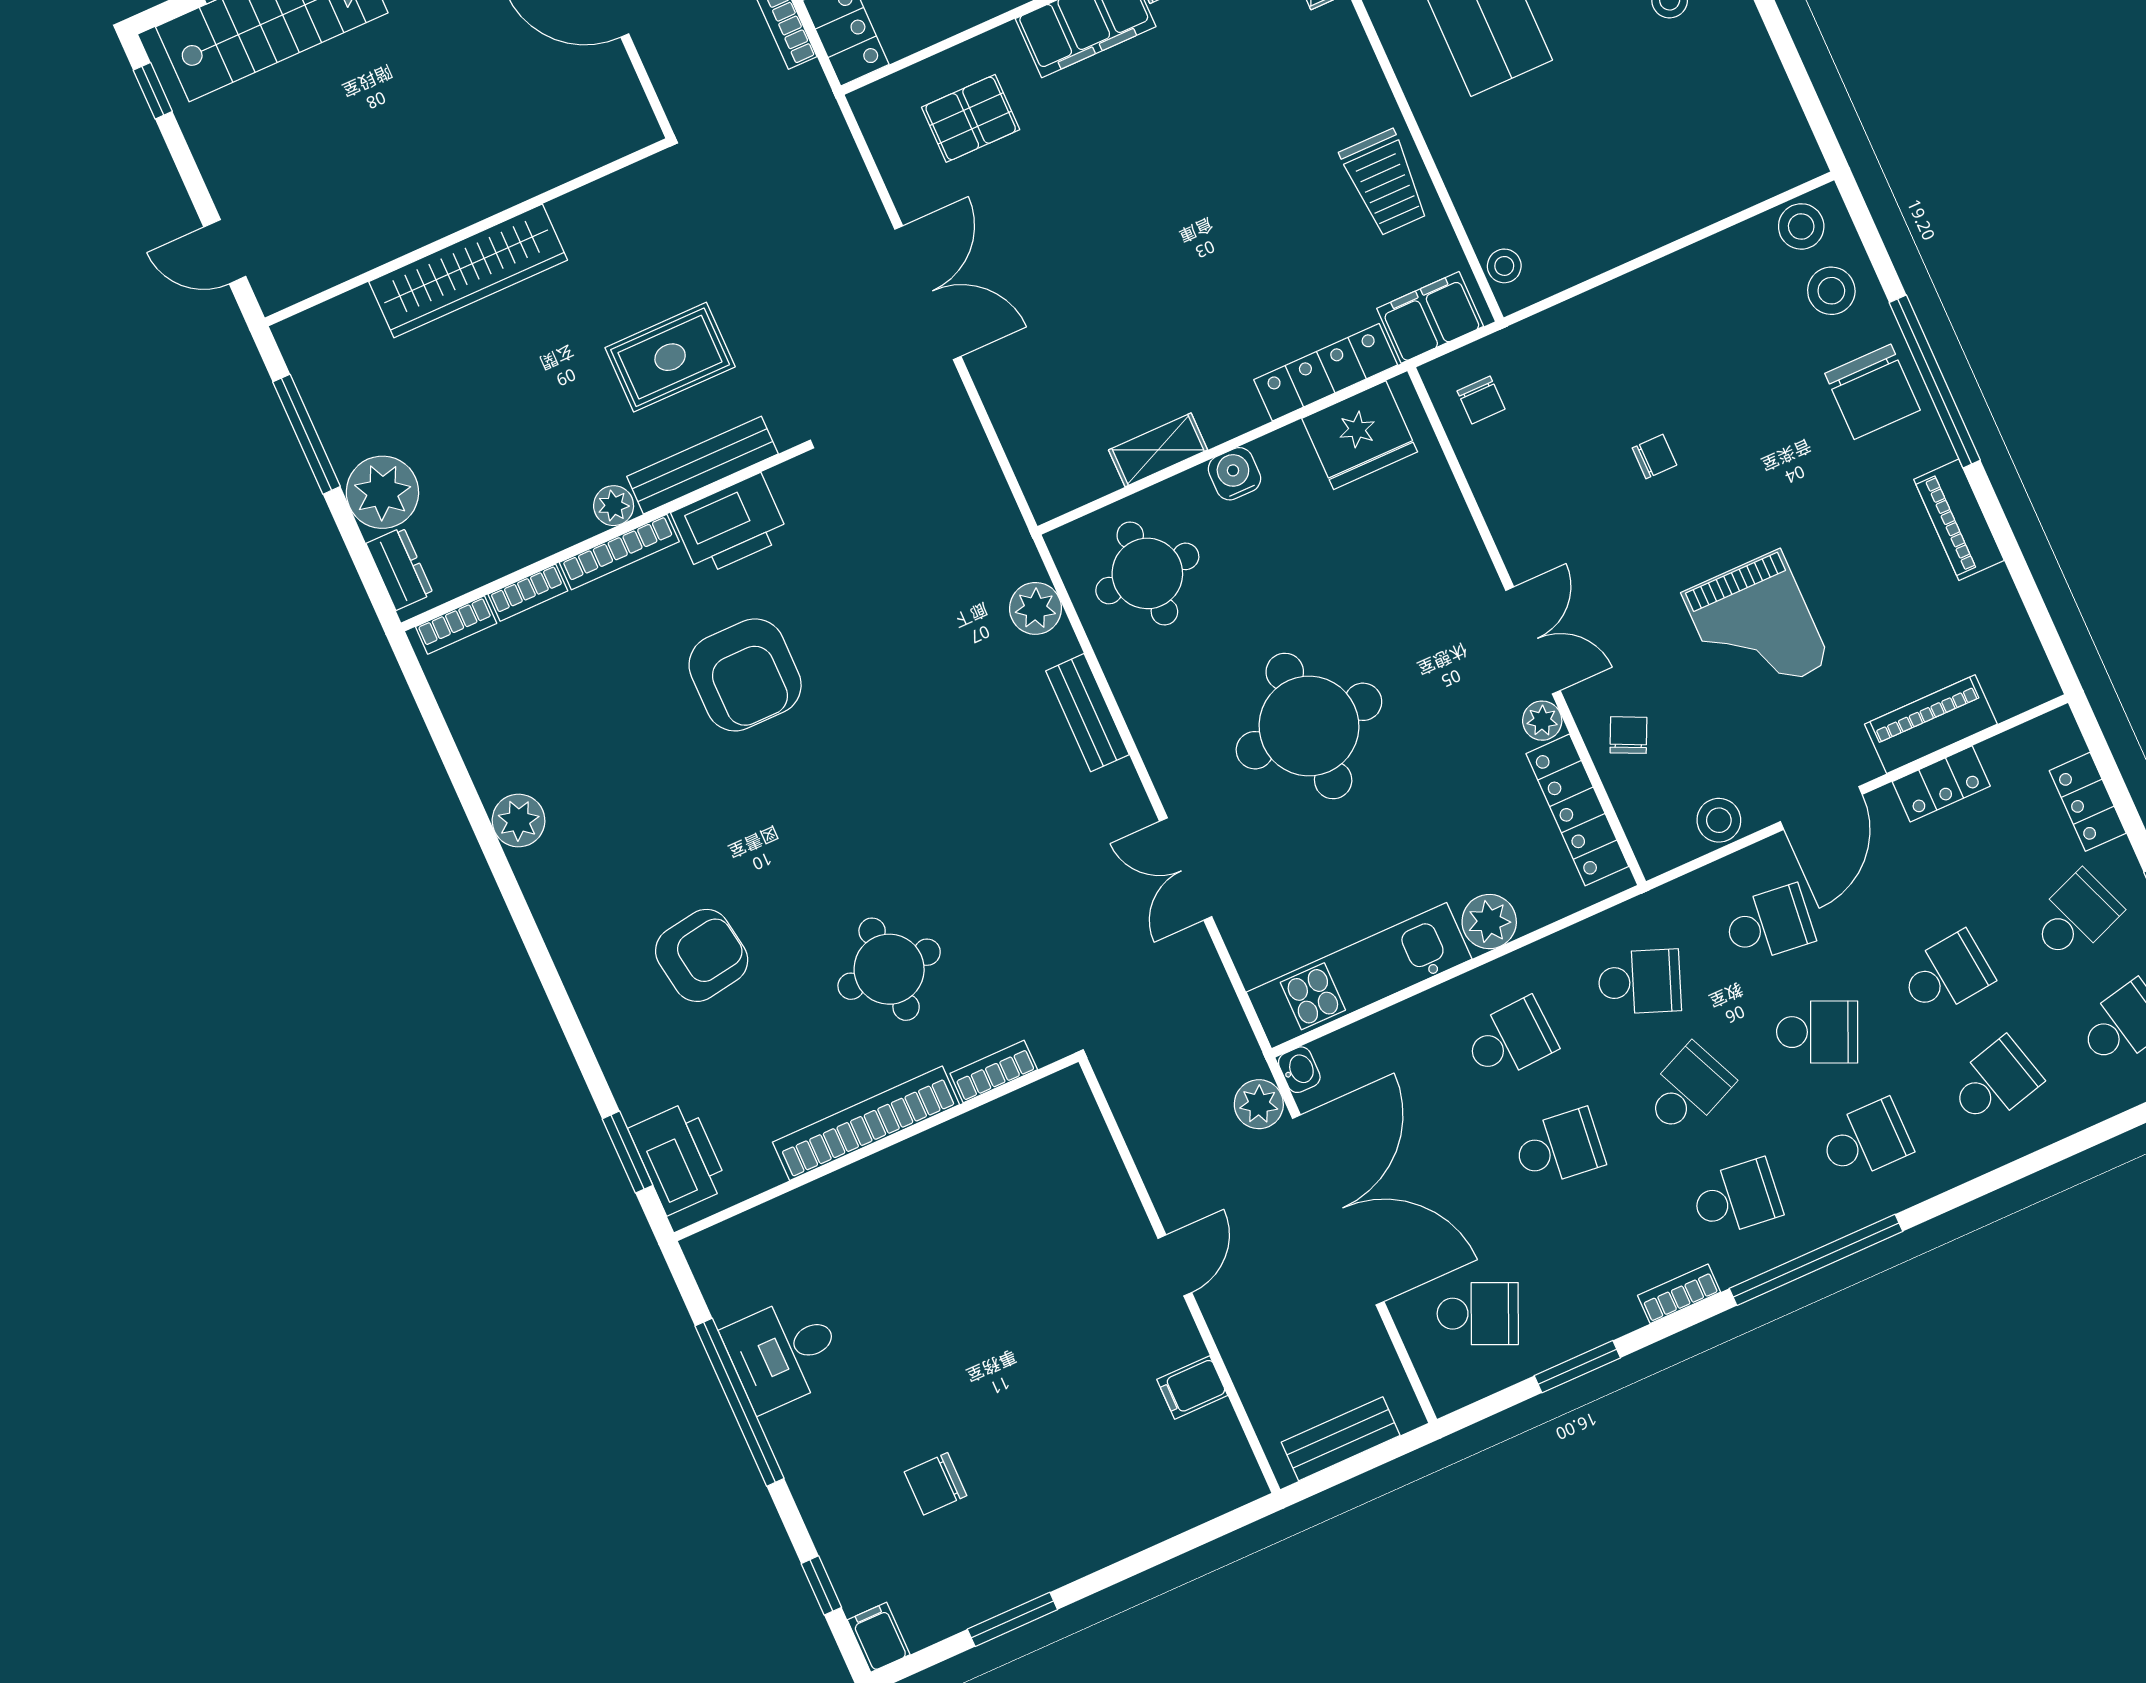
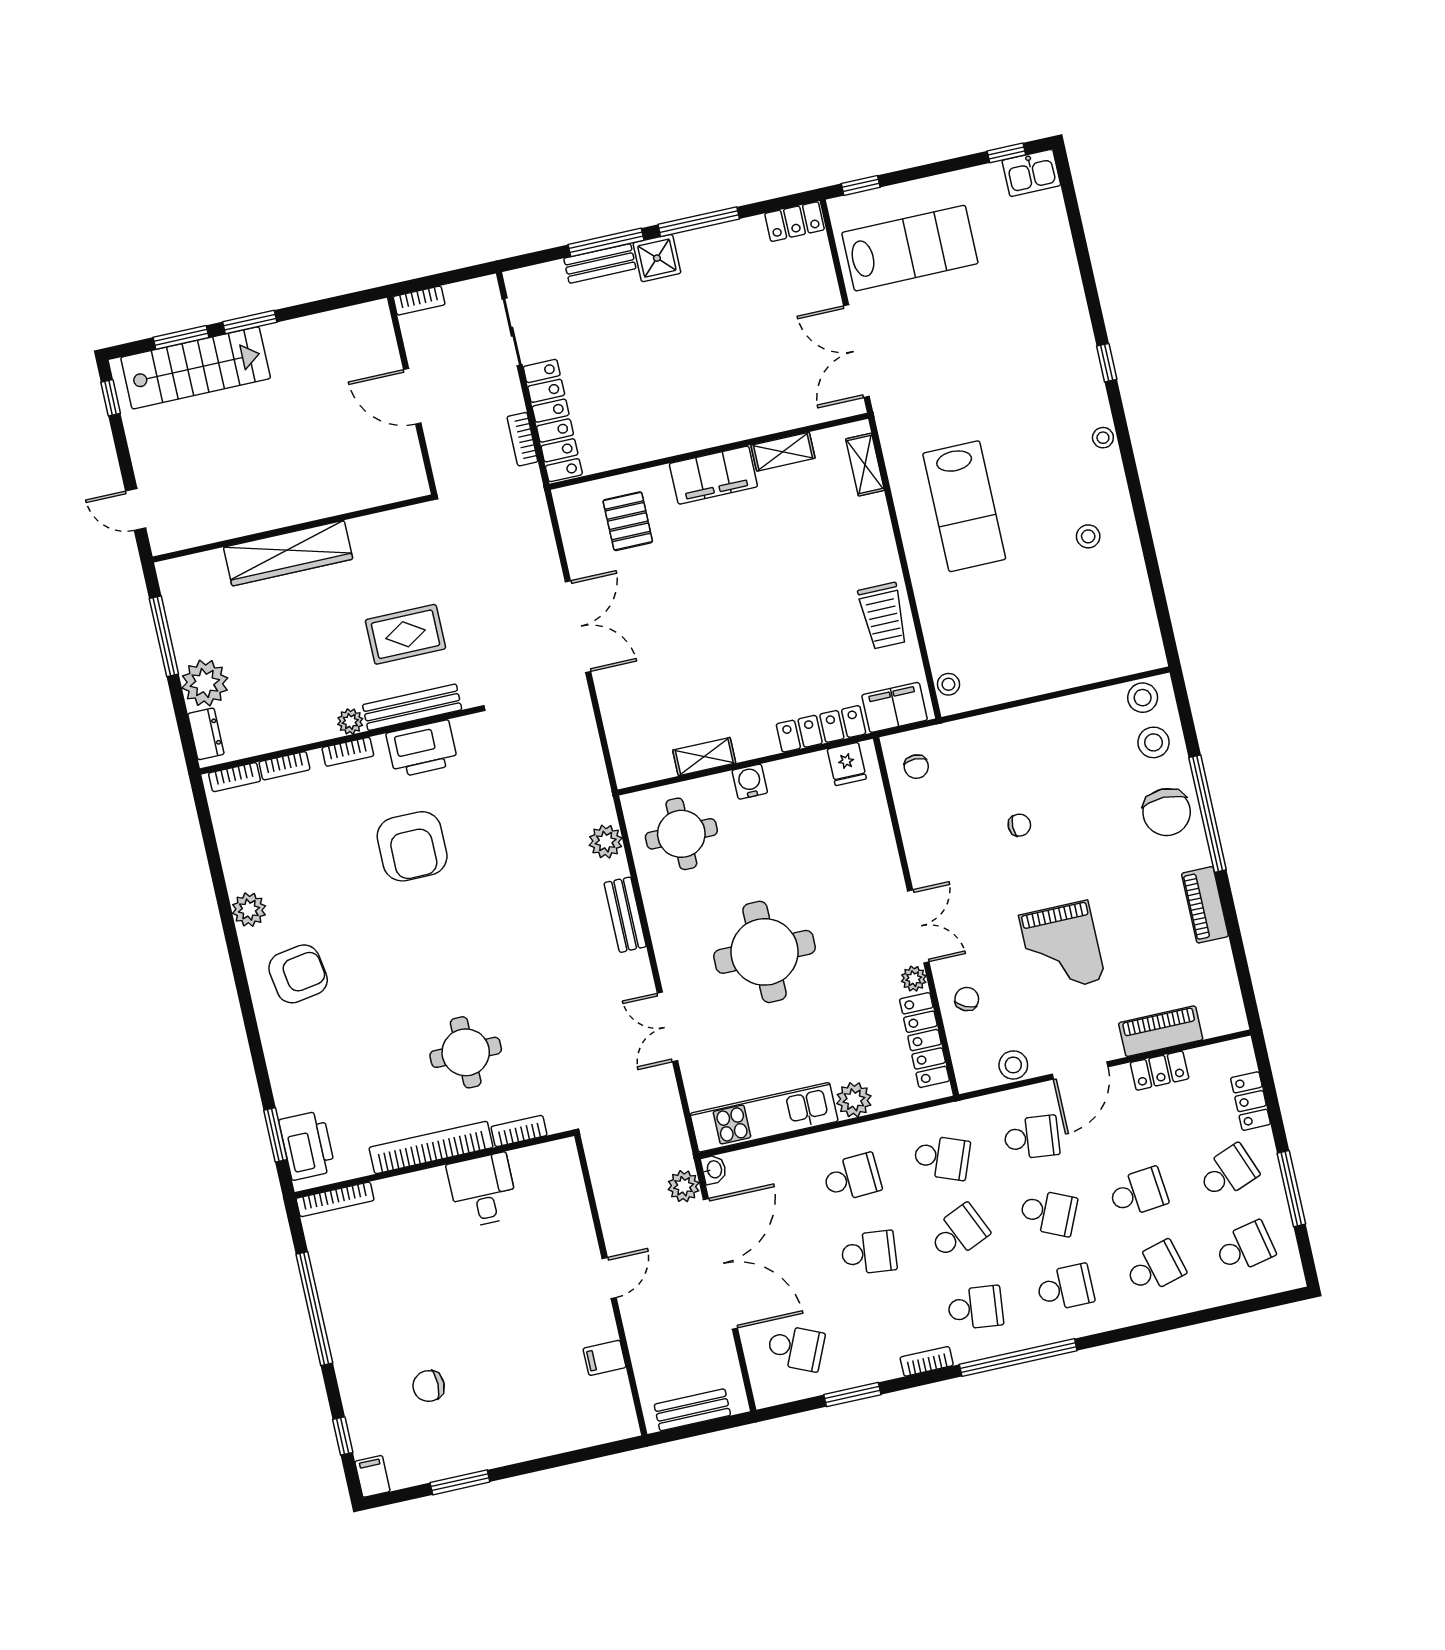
pallet: (971, 118) -> (628, 521), turned 90
fridge: (1360, 435) -> (847, 764), width x0.53, depth x0.75
bookcase: (619, 552) -> (348, 752), width x0.64
armchair: (702, 955) -> (298, 974), moved
bookcase: (737, 1231) -> (335, 1199), added
desk: (784, 1353) -> (483, 1190), moved, turned 90

